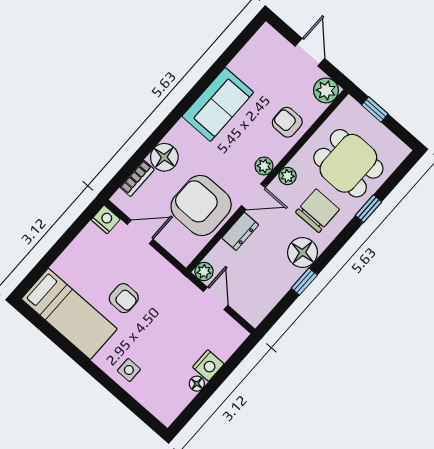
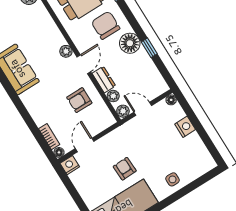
armchair: (287, 122) -> (42, 28), removed
floor lamp: (164, 157) -> (59, 152), moved, width x0.53, depth x0.53
plant: (288, 176) -> (113, 96), moved
armchair: (201, 205) -> (79, 100), width x0.53, depth x0.53
armchair: (124, 298) -> (125, 169), turned -92
floor lamp: (197, 384) -> (171, 100), moved

